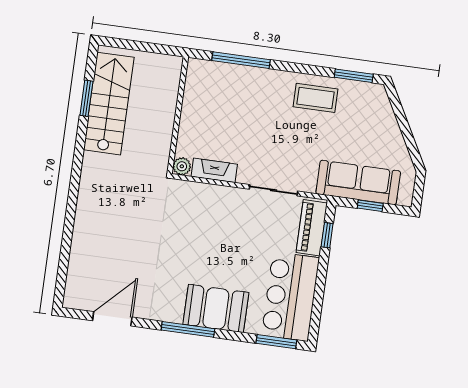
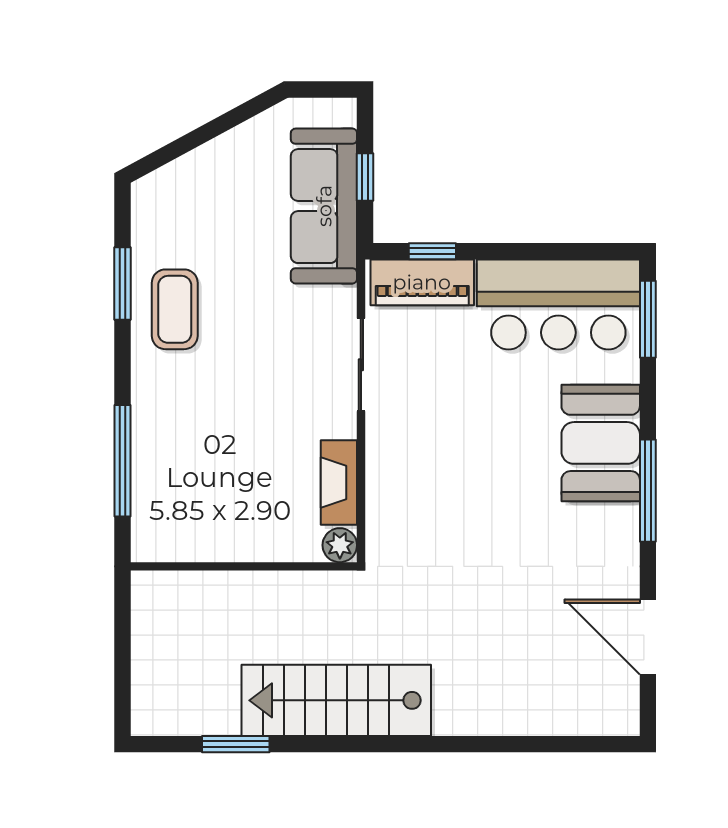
window: (354, 76) -> (123, 284), moved
stairs: (109, 104) -> (336, 700), moved

